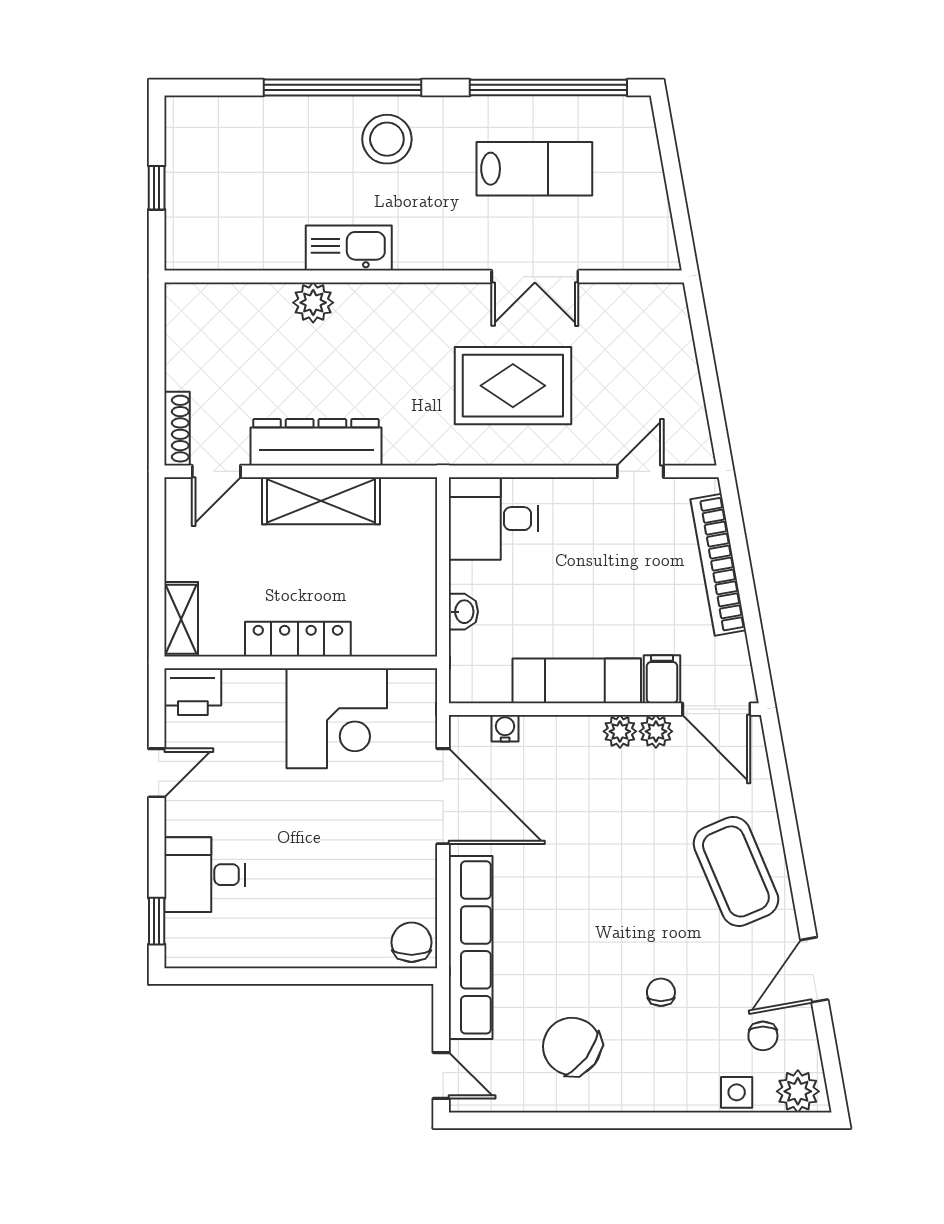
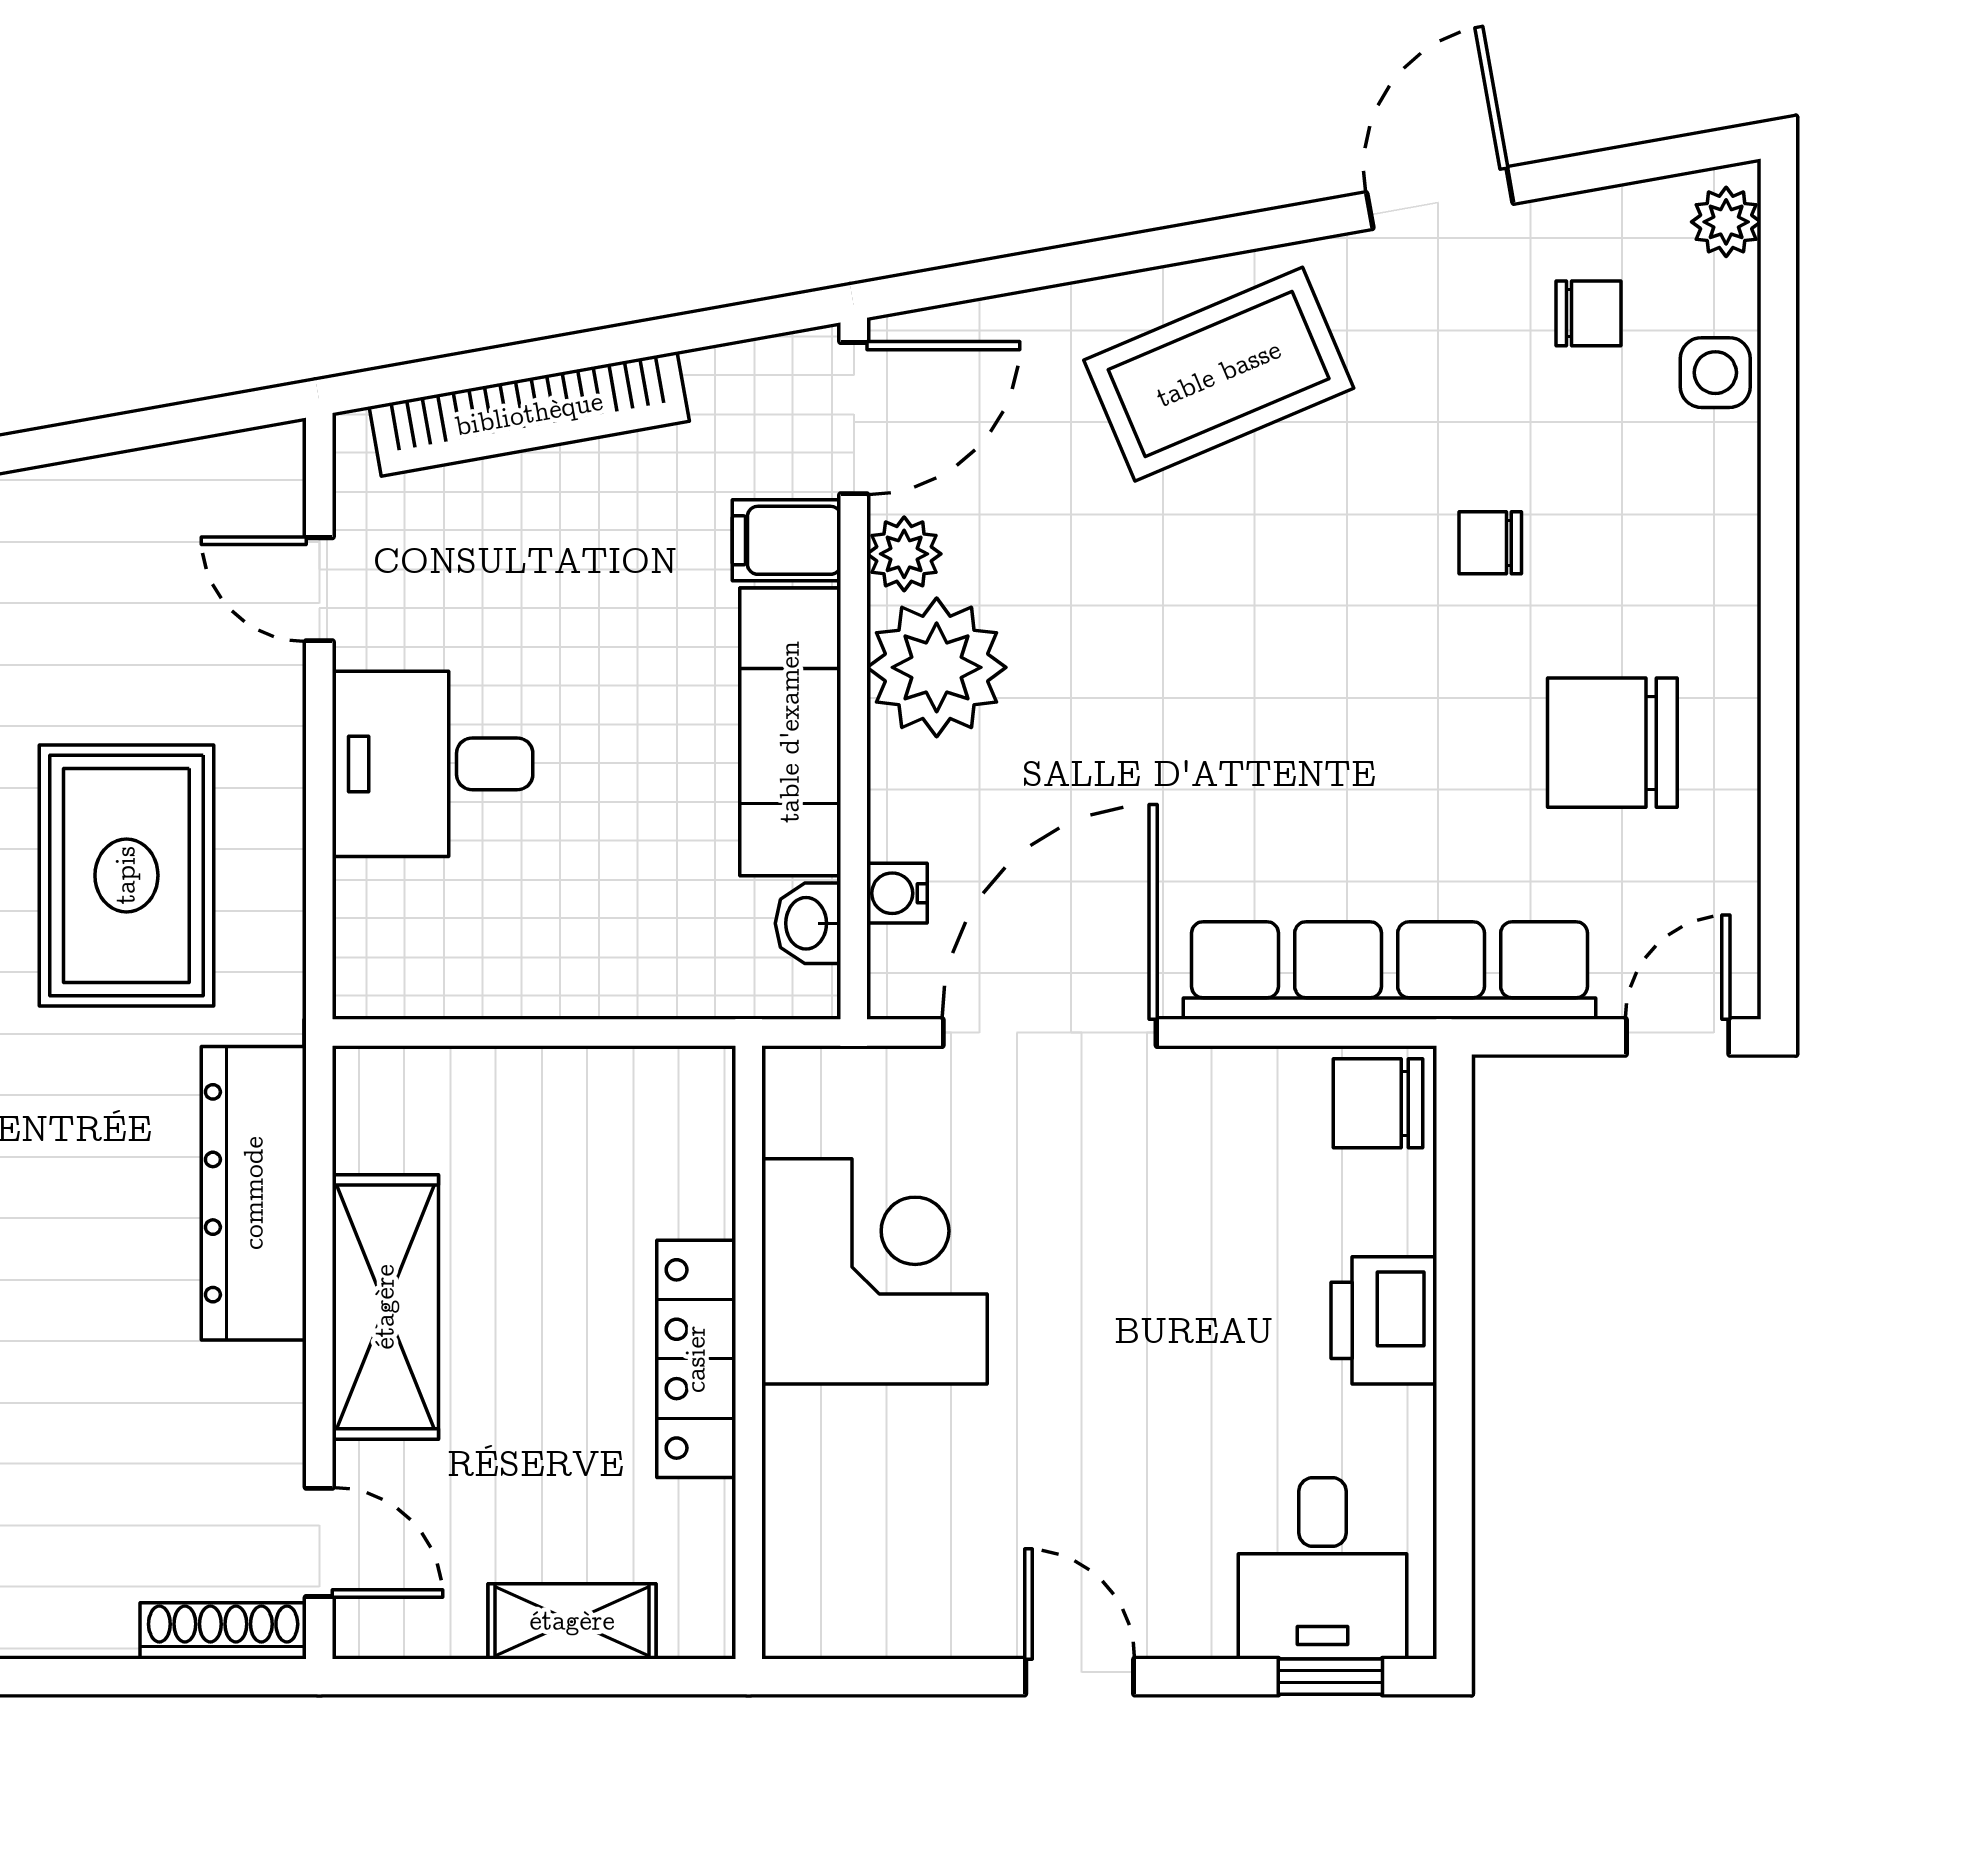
dresser: (316, 442) -> (254, 1193), moved
desk: (493, 519) -> (433, 764), moved, turned 90
washbasin: (463, 612) -> (808, 923), moved, turned -90
shelving: (181, 619) -> (572, 1621), moved
printer: (193, 692) -> (1384, 1320), moved, turned 180
plant: (620, 731) -> (937, 667), width x1.87, depth x1.87
door: (157, 773) -> (1080, 1677), moved
desk: (205, 875) -> (1322, 1568), moved
door: (814, 970) -> (1440, 198), swing flipped
chair: (572, 1046) -> (1612, 743), turned 53
plant: (798, 1091) -> (1726, 222), width x0.73, depth x0.73

